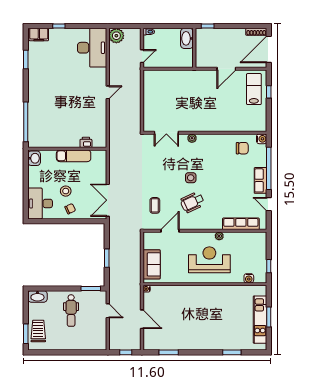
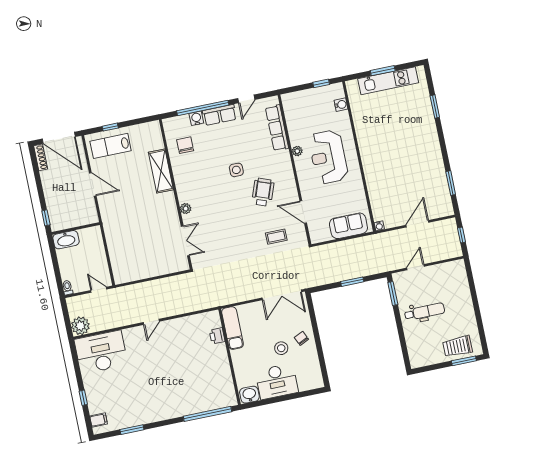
filing cabinet: (39, 35) -> (99, 420), width x0.50
door: (108, 92) -> (151, 322), swing flipped
shelving: (226, 125) -> (161, 171), added
water cooler: (262, 139) -> (196, 118), moved
exam couch: (74, 156) -> (232, 328), moved
side table: (191, 178) -> (236, 170), moved
wheelchair: (192, 202) -> (263, 192), turned -135
desk: (40, 203) -> (277, 381), moved
washbasin: (37, 296) -> (416, 356), removed

